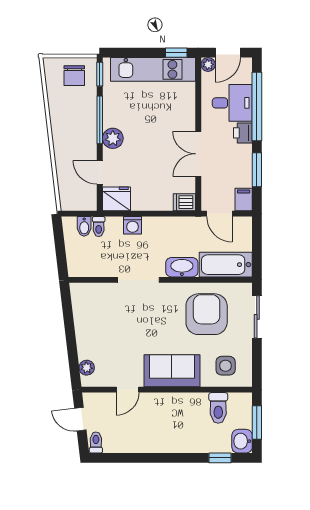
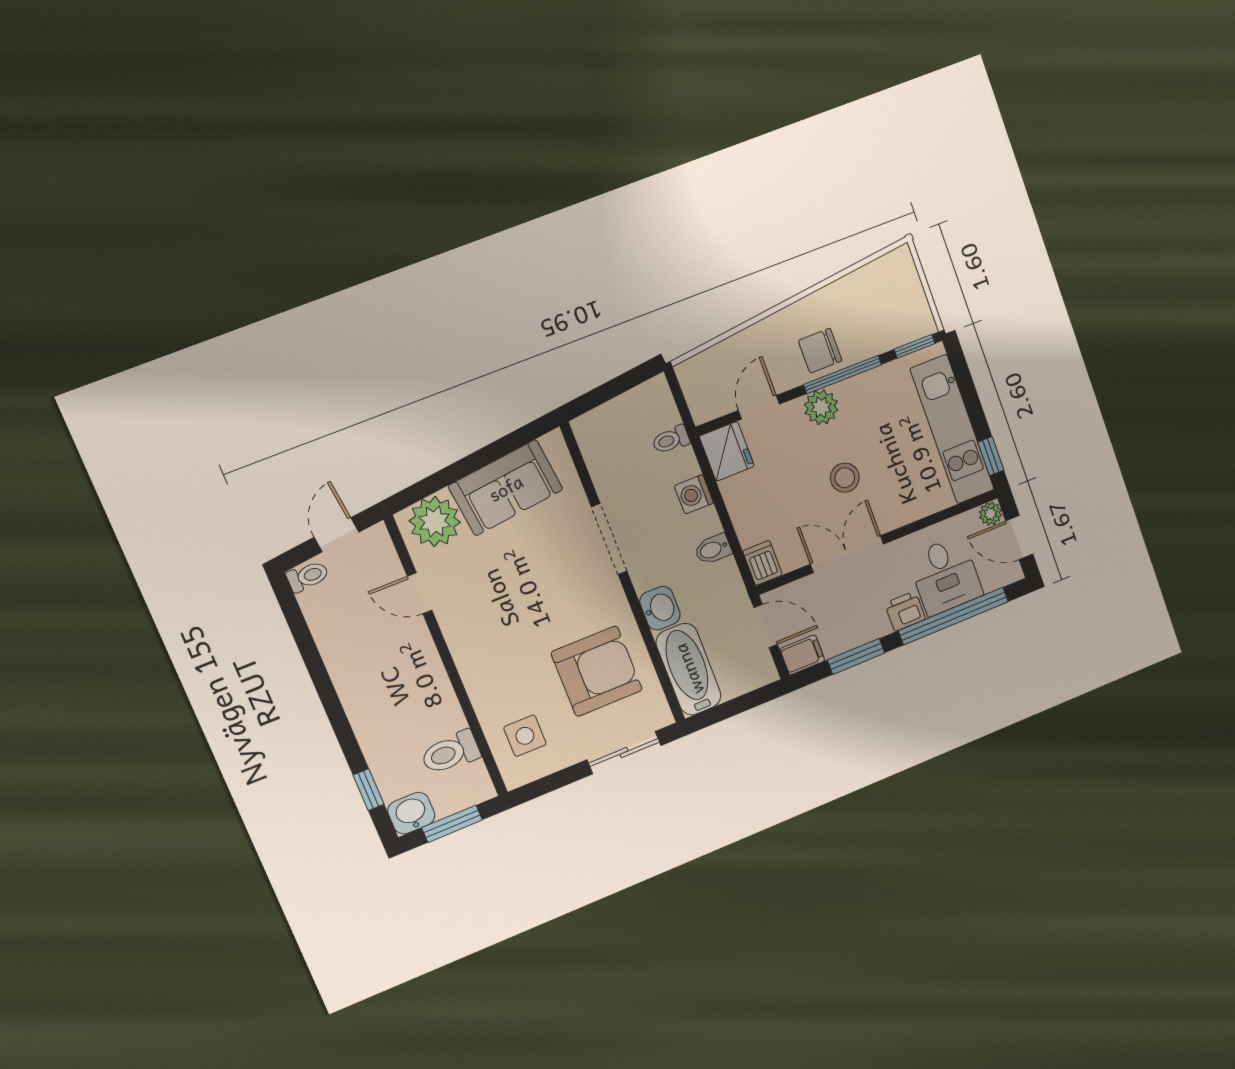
chair: (74, 76) -> (820, 351), moved
stool: (156, 139) -> (845, 478), added
door: (219, 214) -> (766, 626), swing flipped
bidet: (84, 226) -> (713, 549), moved
washbasin: (182, 267) -> (660, 608), width x0.72
plant: (87, 368) -> (435, 522), width x1.87, depth x1.87
sofa: (172, 371) -> (506, 488), moved, turned 83

